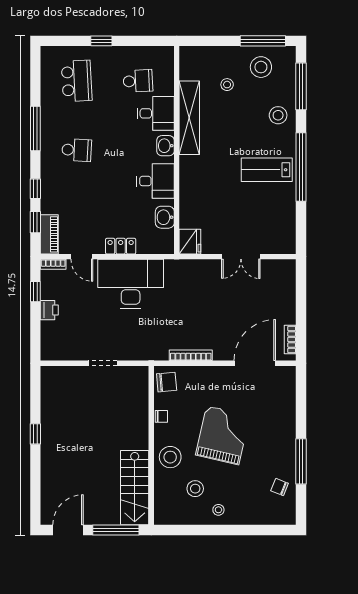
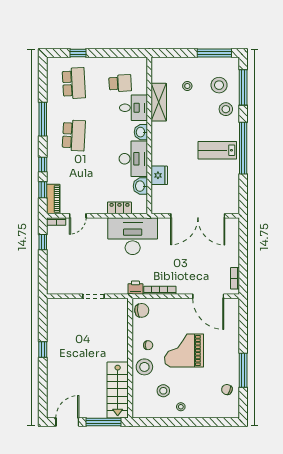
window: (101, 41) -> (78, 53), moved
stool: (261, 67) -> (219, 85), moved
shelving: (189, 118) -> (159, 102), width x0.68
school desk: (77, 150) -> (74, 135), width x1.85
desk: (155, 181) -> (133, 159), width x1.37
fridge: (190, 242) -> (159, 175), moved
locker: (121, 246) -> (119, 208), moved
door: (82, 257) -> (78, 216), hinge flipped
double door: (241, 257) -> (198, 216), width x1.87
desk: (131, 284) -> (133, 236), moved
printer: (49, 310) -> (135, 288), moved, turned -90
door: (255, 363) -> (208, 296), swing flipped
chair: (161, 416) -> (148, 345), moved
grand piano: (223, 435) -> (184, 351), turned -103

